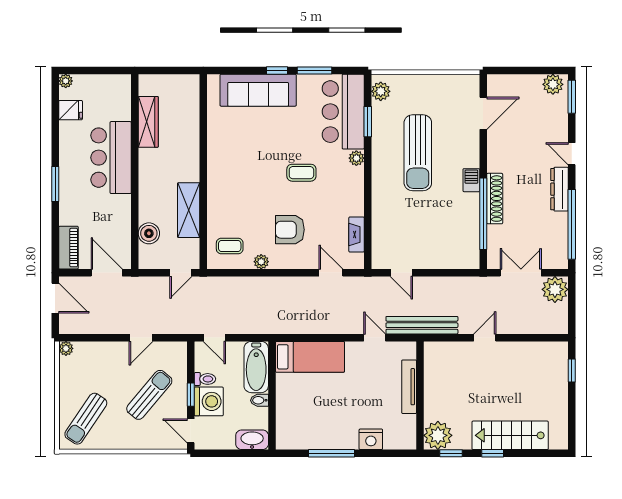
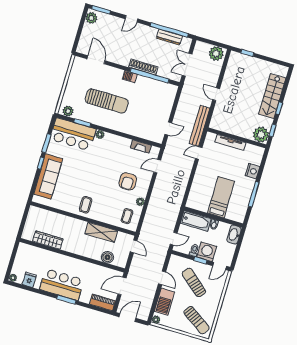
bar counter: (111, 158) -> (62, 284), moved, turned 180
coffee table: (301, 173) -> (86, 205), moved
dresser: (560, 189) -> (169, 37), moved
plant: (555, 289) -> (216, 53), moved
barbecue: (101, 354) -> (164, 302), added
bed: (310, 357) -> (221, 197), moved

